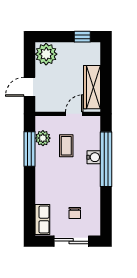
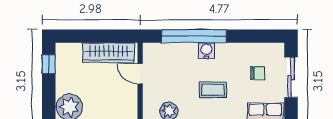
coffee table: (66, 146) -> (213, 90), moved
water cooler: (94, 157) -> (206, 51), moved

